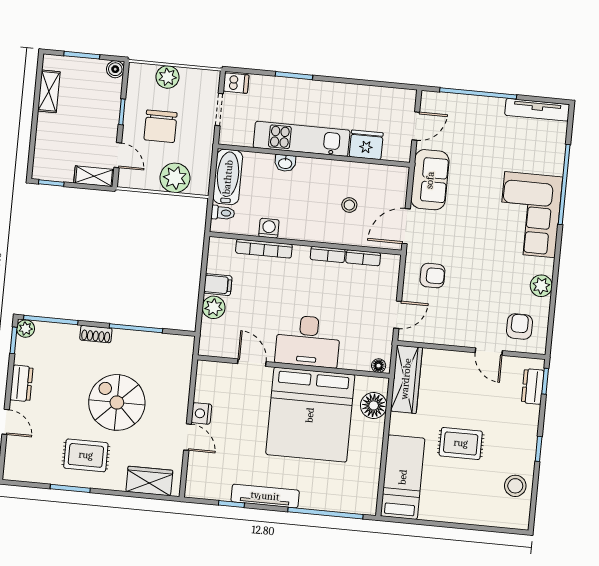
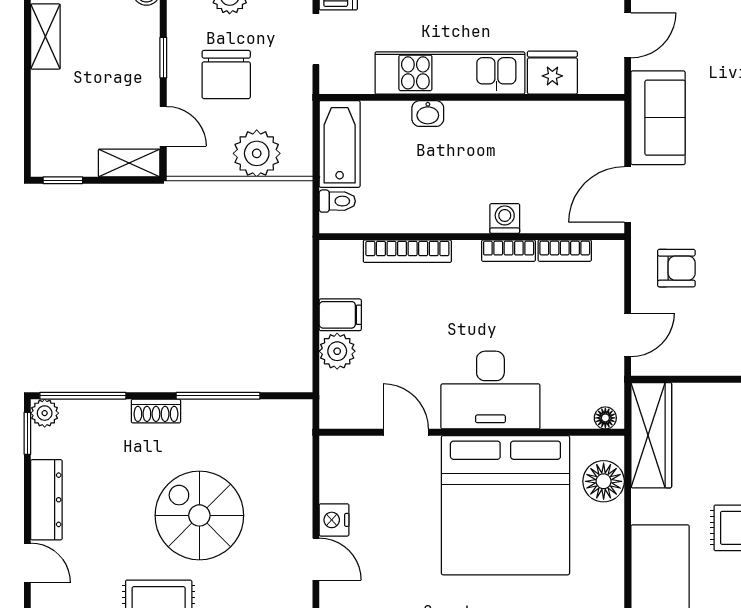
stool: (349, 205) -> (535, 170), removed
washing machine: (269, 228) -> (505, 218), moved
dresser: (21, 383) -> (46, 500), width x1.44

